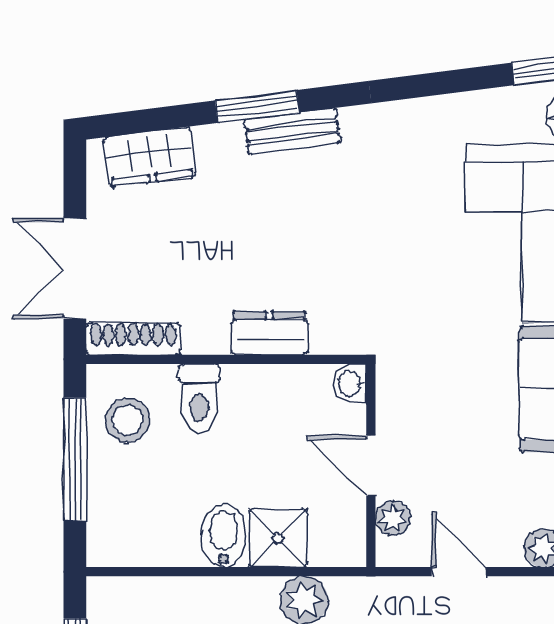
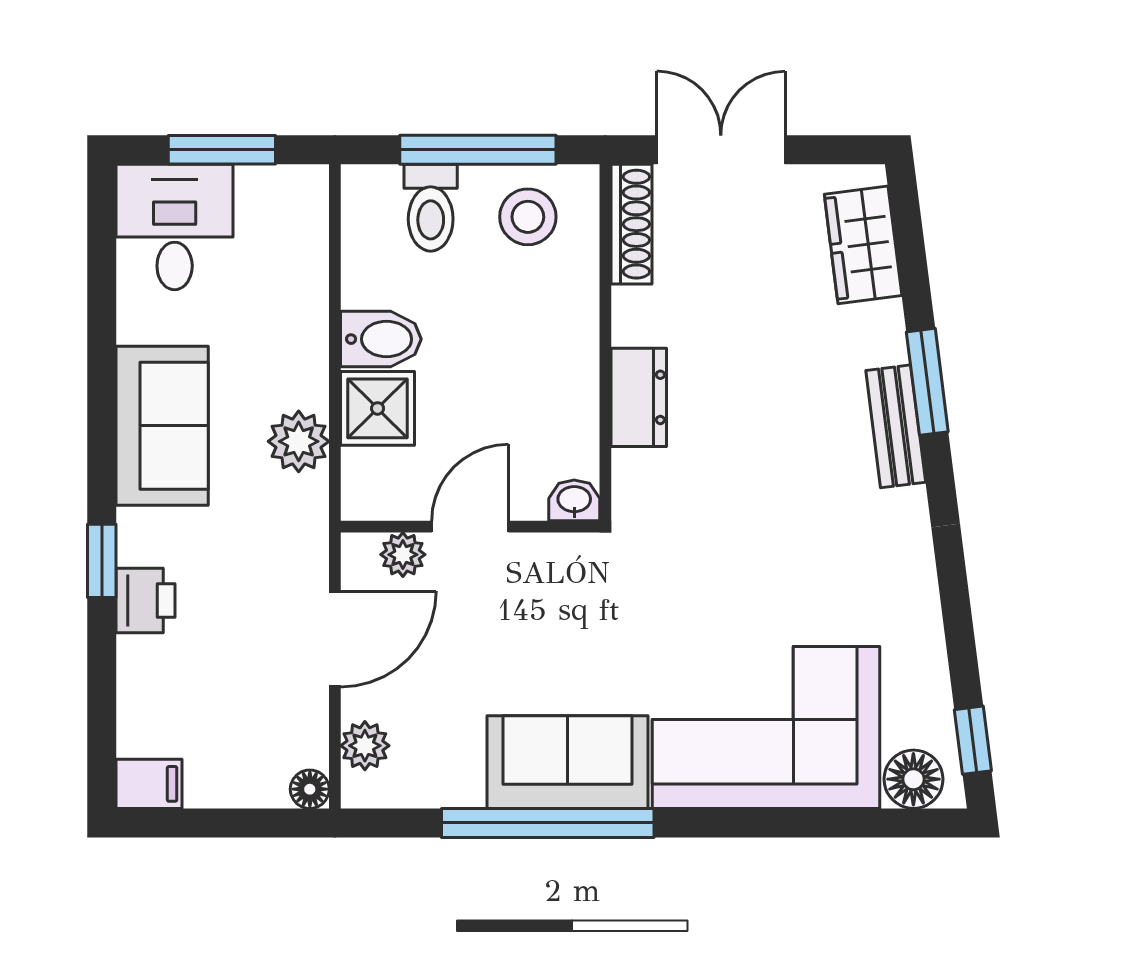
toilet: (199, 398) -> (431, 208), moved, turned -90
door: (459, 572) -> (335, 639), width x1.38

